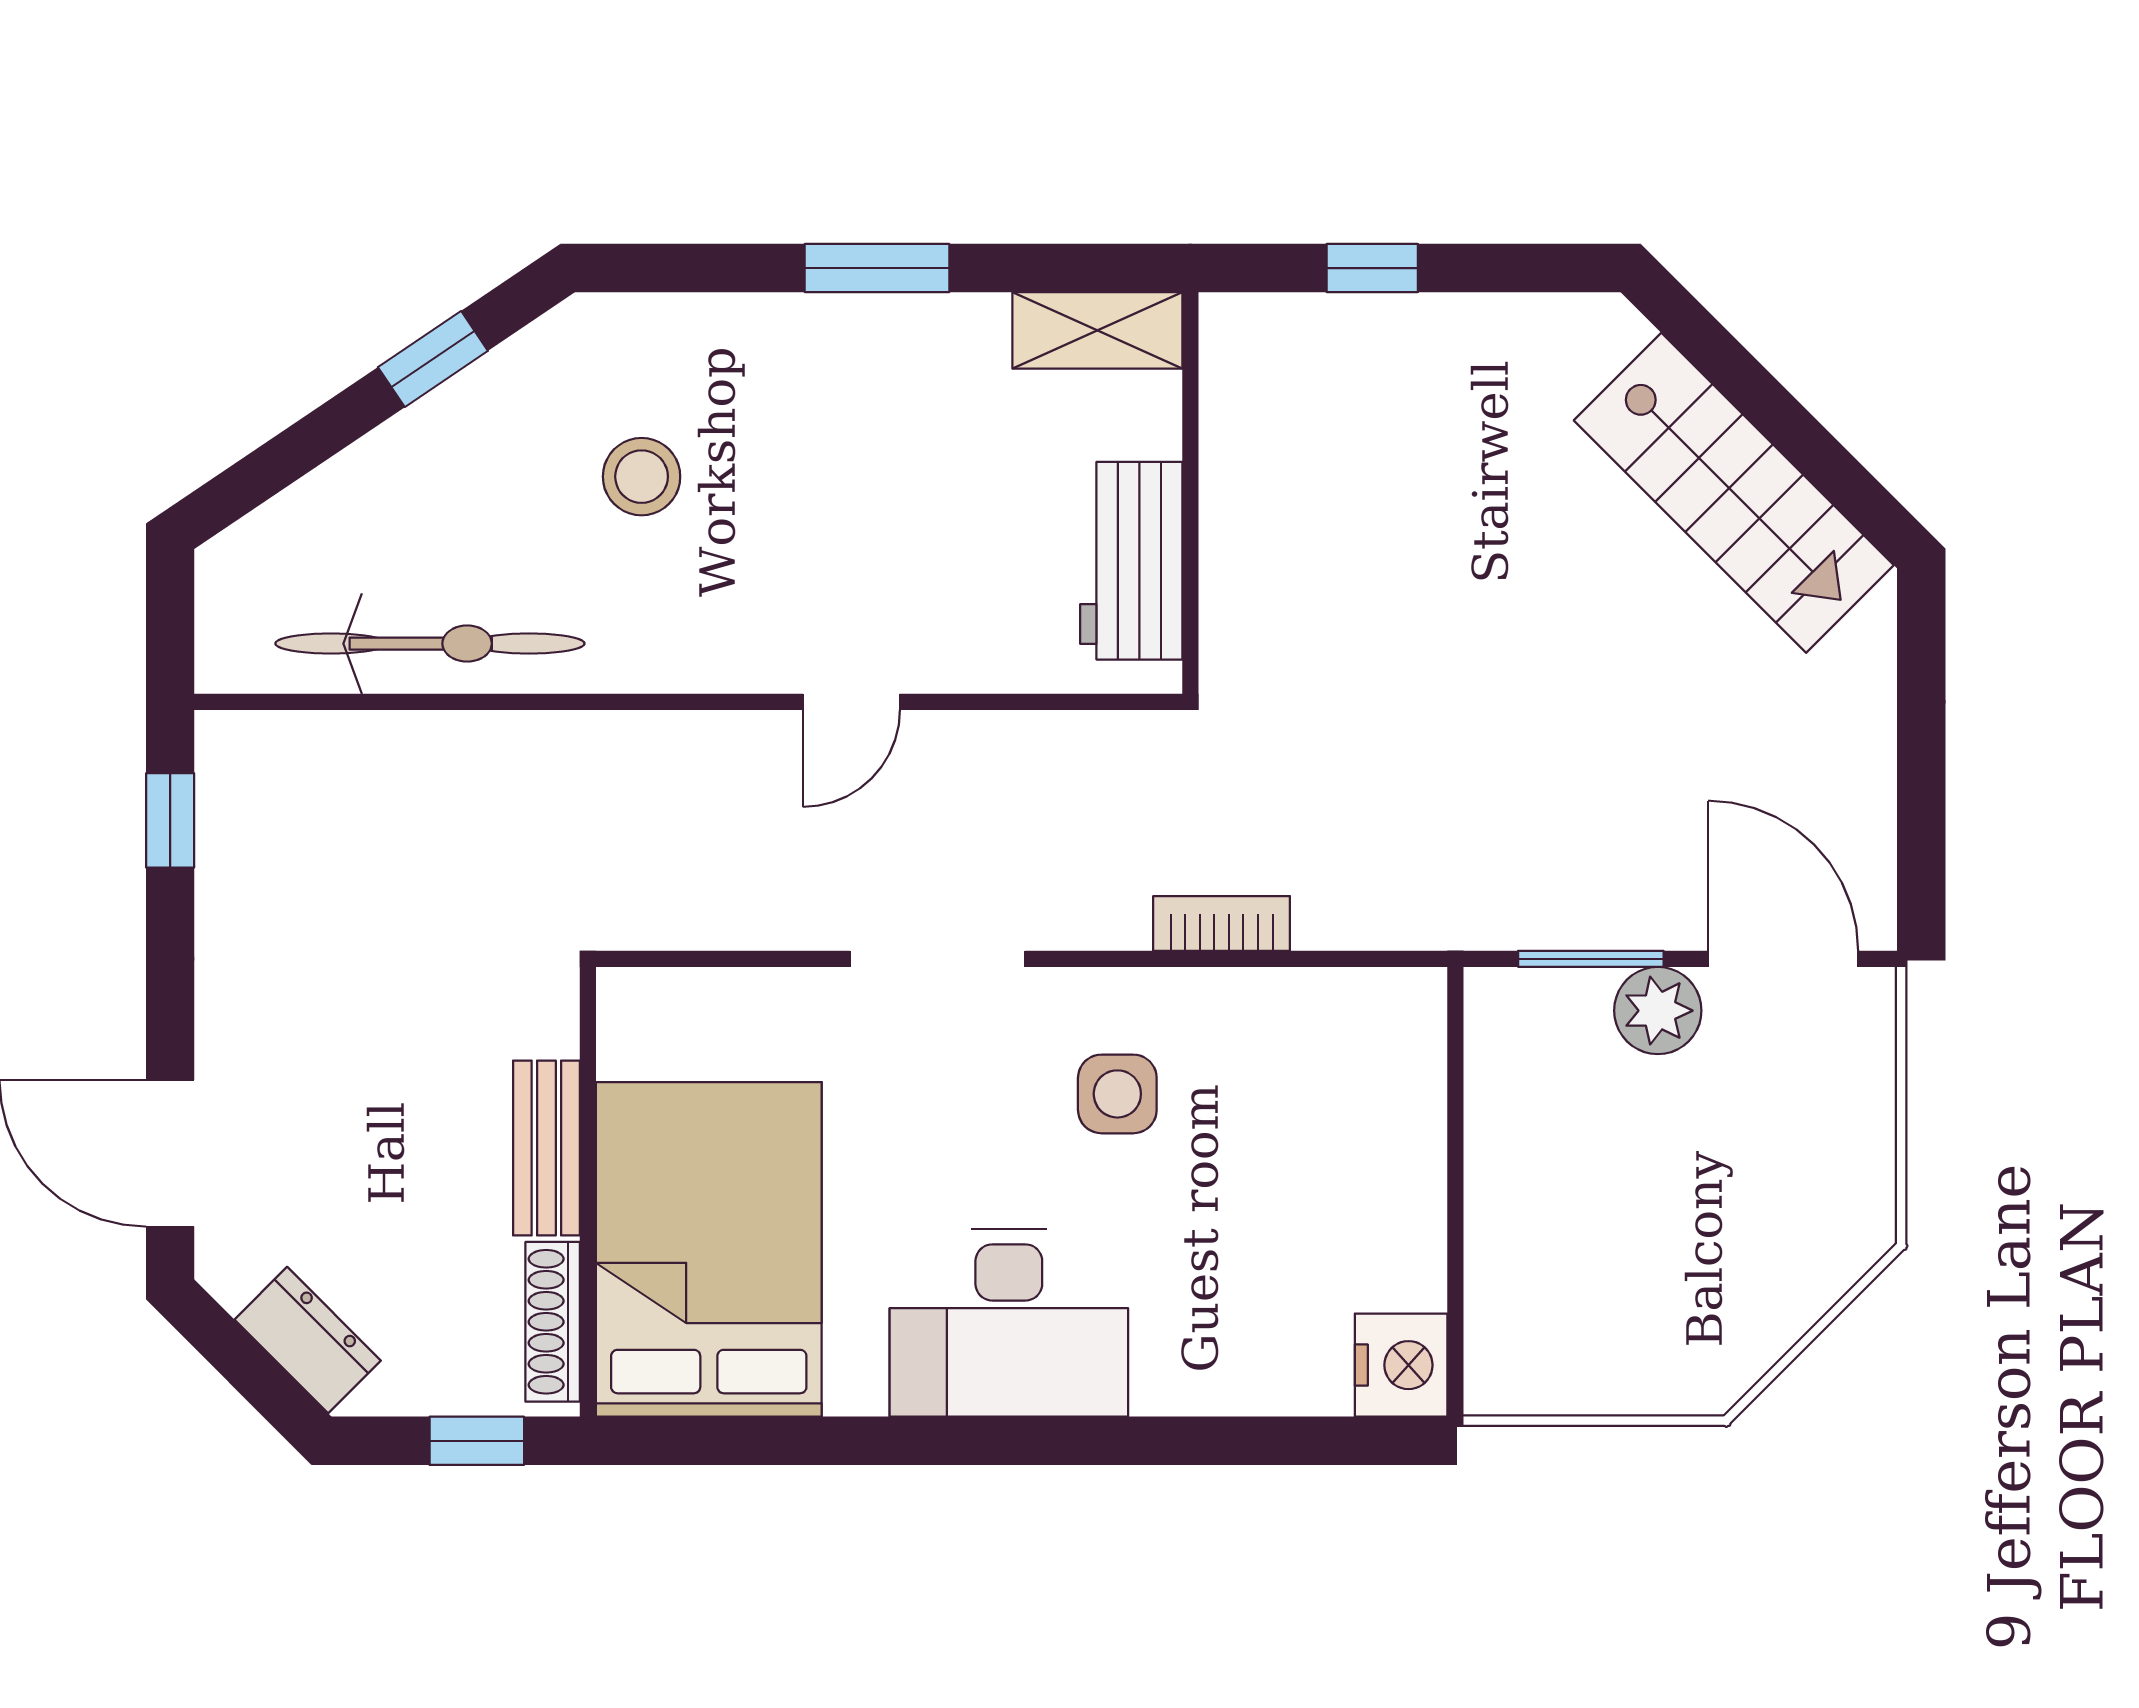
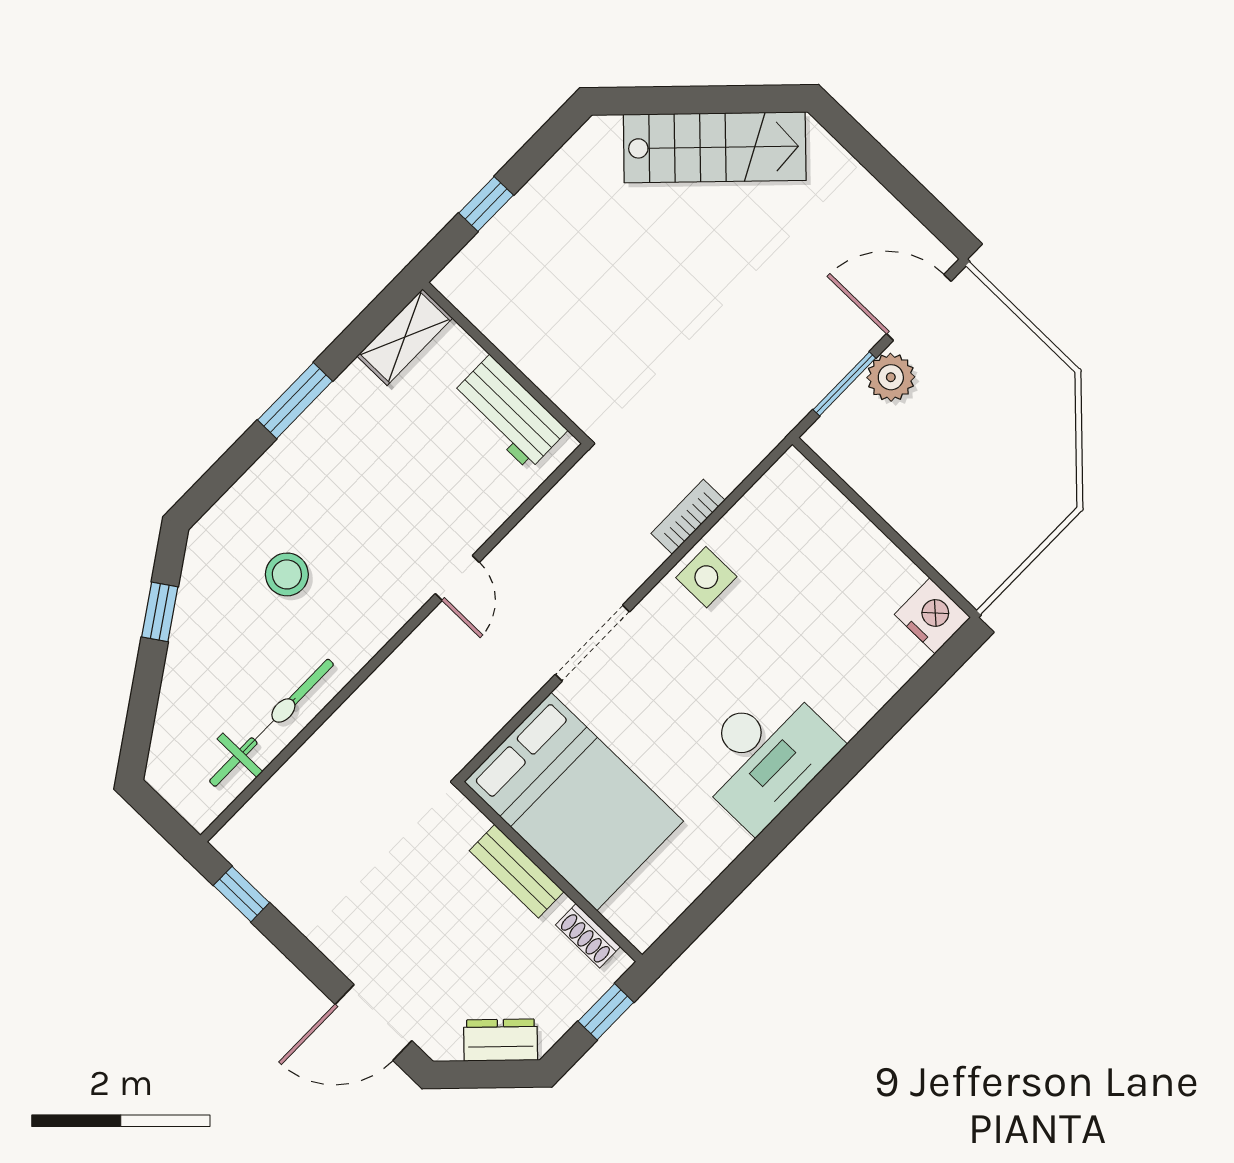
side table: (1117, 1094) -> (706, 577), moved
bed: (709, 1249) -> (574, 801), moved, turned 180
shoe rack: (553, 1322) -> (588, 936), width x0.70

